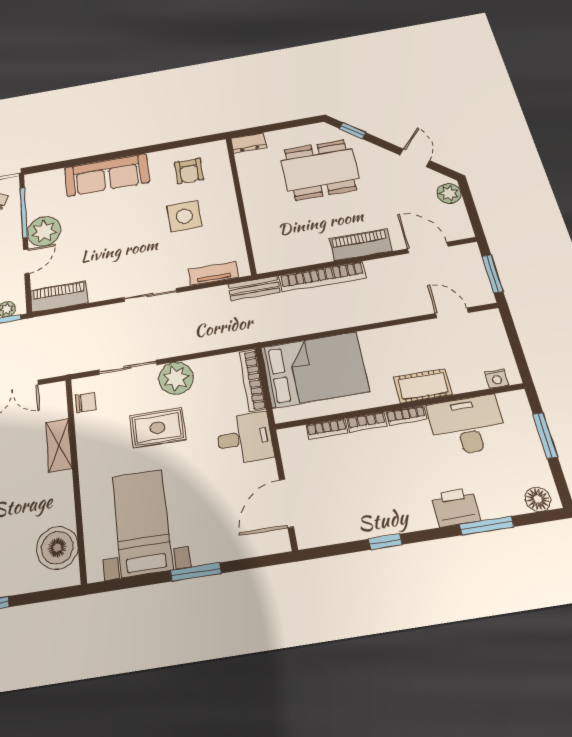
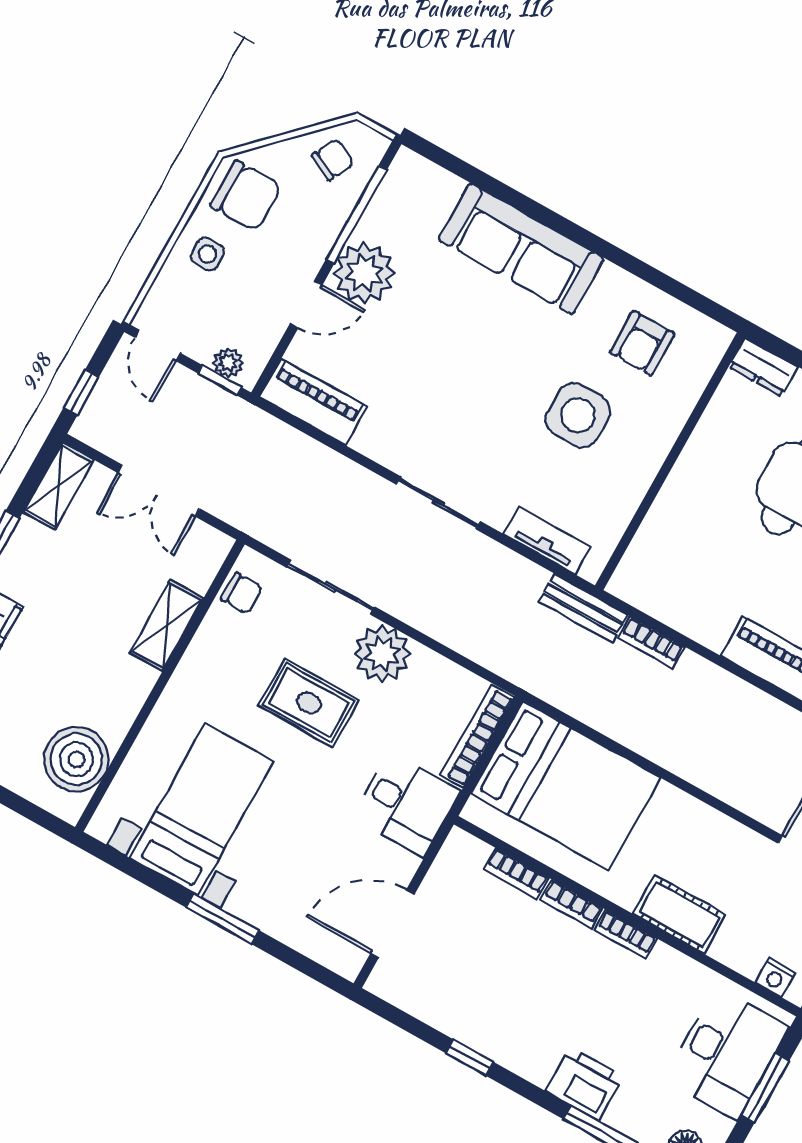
bookcase: (322, 277) -> (651, 642), width x0.43, depth x0.76
desk: (467, 425) -> (727, 1053), moved, turned 90

